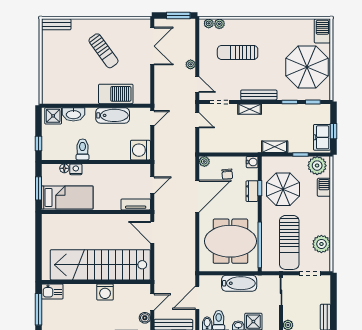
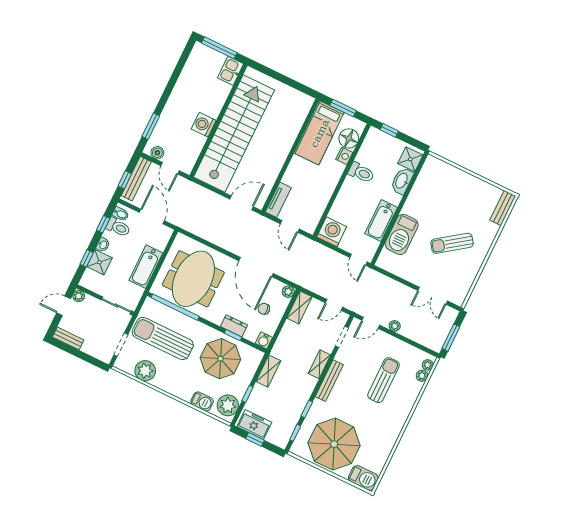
double door: (152, 46) -> (433, 296), width x0.73
shelving: (212, 147) -> (299, 307), added
floor lamp: (64, 168) -> (349, 138), width x1.89, depth x1.89

